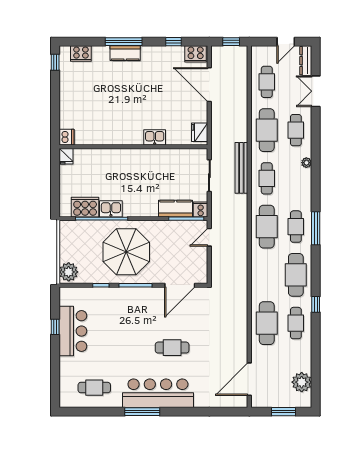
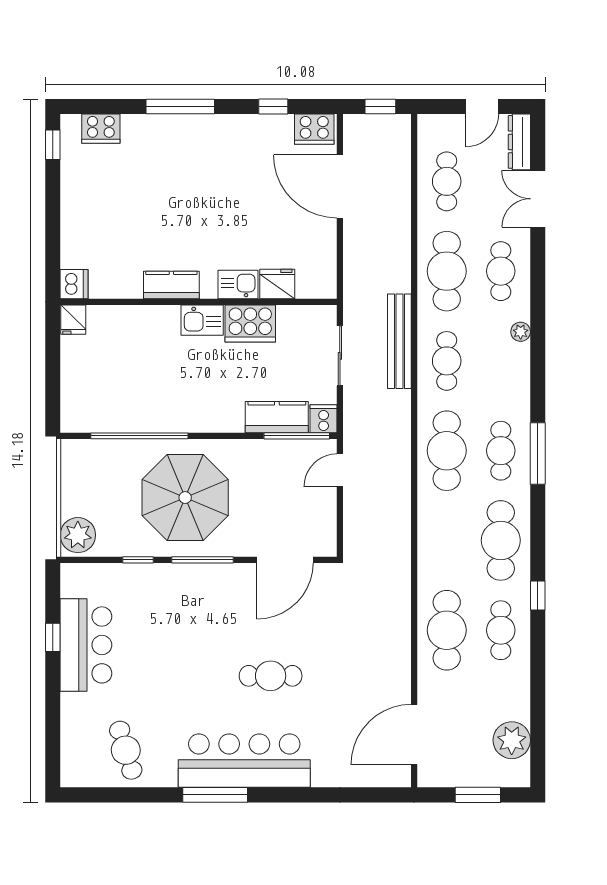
kitchen counter: (125, 53) -> (171, 285), moved, turned 180
fridge: (200, 132) -> (277, 284), moved, turned 90
cooker: (85, 207) -> (250, 323), moved, turned 180
kitchen sink: (111, 209) -> (202, 320), moved, turned 180
cafe table: (94, 388) -> (126, 750), turned 73

